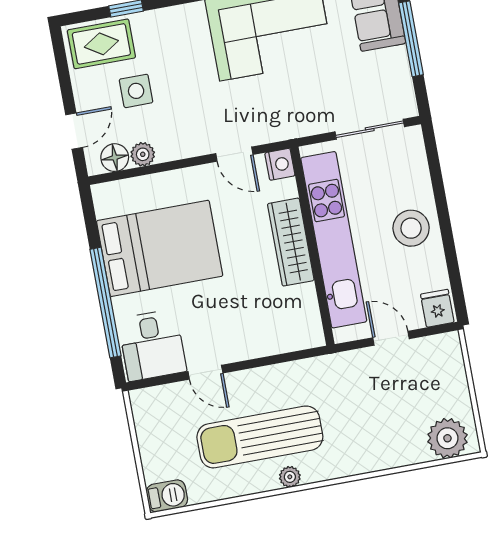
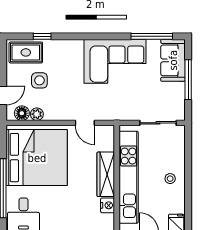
nightstand: (280, 164) -> (108, 205), moved
stool: (411, 228) -> (170, 179), width x0.53, depth x0.53
bed: (160, 248) -> (37, 158), width x1.36

